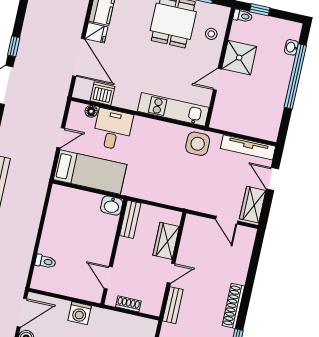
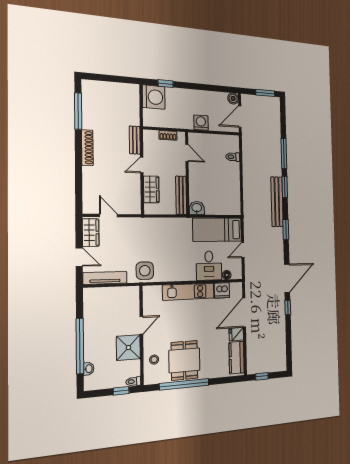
door: (79, 57) -> (244, 312), hinge flipped
kitchen unit: (173, 109) -> (188, 292), moved
bench: (130, 219) -> (181, 195), width x1.36

